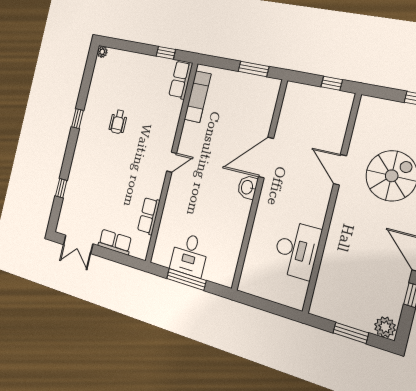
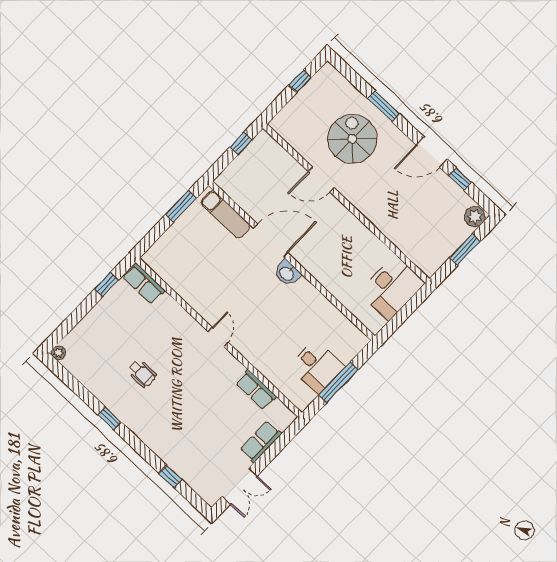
exam couch: (198, 97) -> (226, 215), moved, turned 180
door: (266, 158) -> (270, 240), swing flipped
desk: (297, 250) -> (392, 288), moved, turned 90

